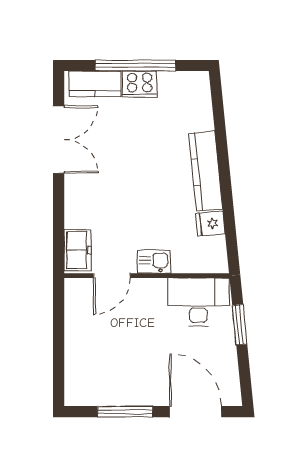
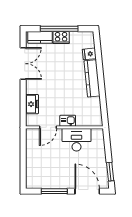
fridge: (210, 224) -> (89, 54), moved
freezer: (78, 250) -> (32, 104), moved
desk: (198, 302) -> (77, 140), moved
window: (240, 325) -> (110, 172), moved

